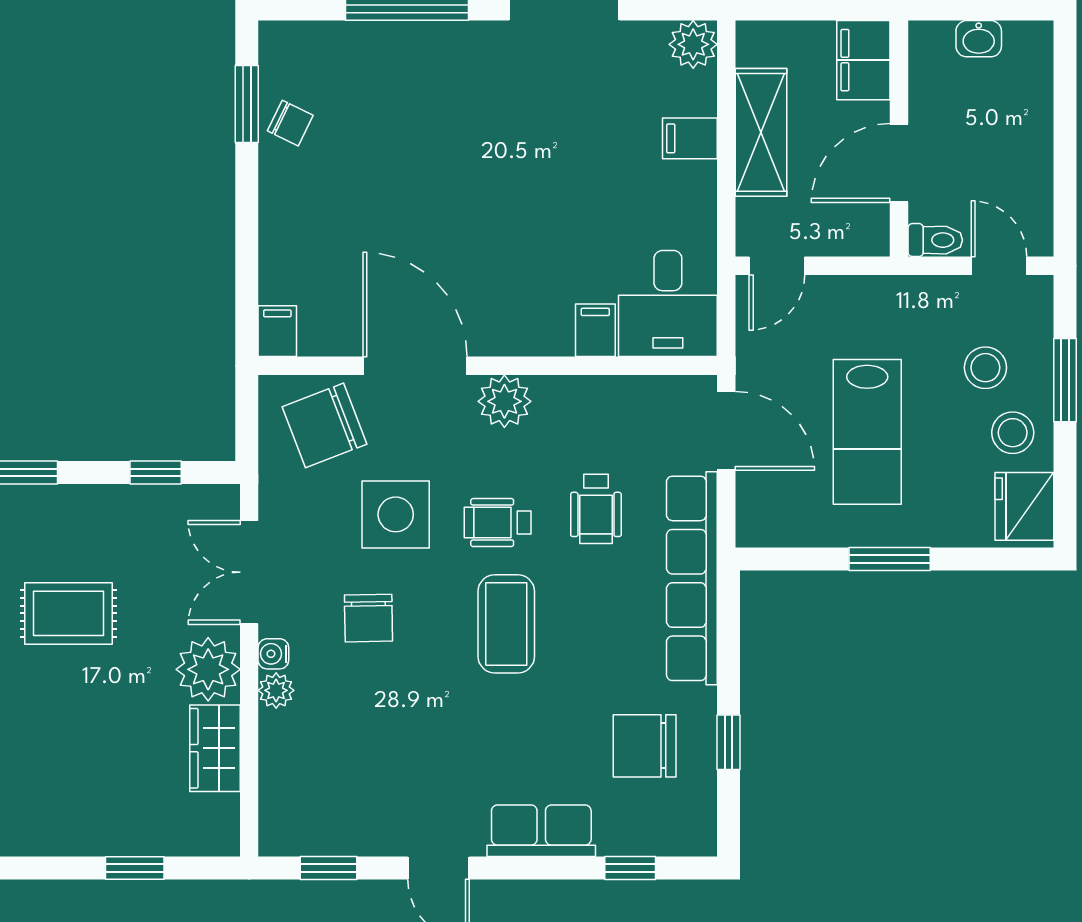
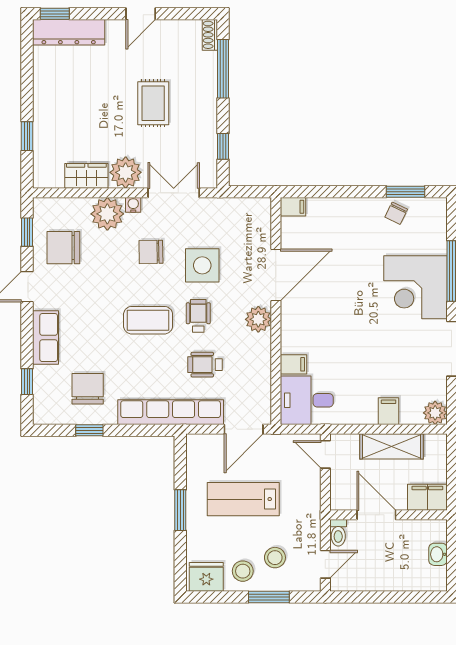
corner desk: (440, 84) -> (415, 287), added
chair: (324, 425) -> (63, 248), moved, turned -69
plant: (276, 690) -> (107, 214), width x1.88, depth x1.88

